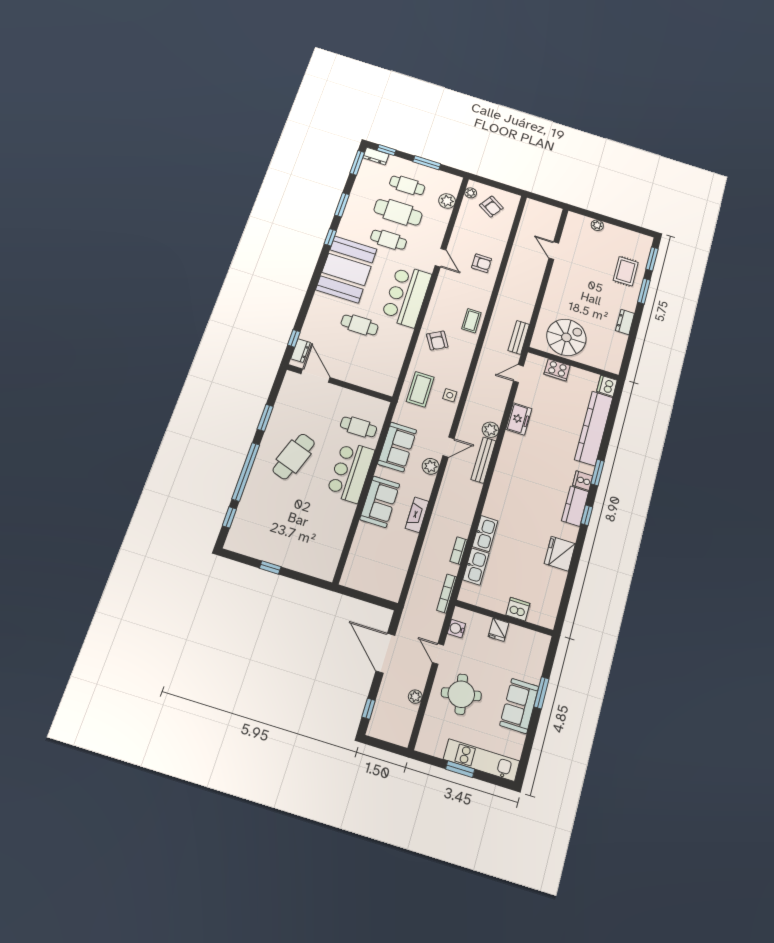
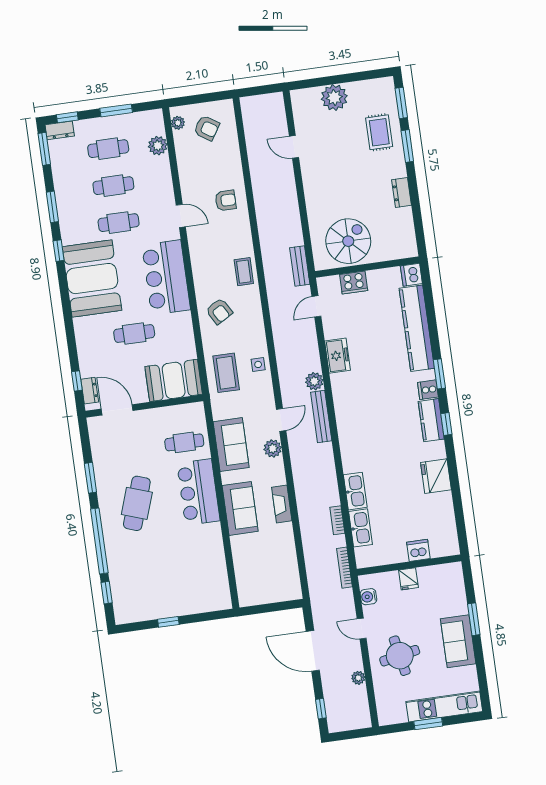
cafe table: (398, 212) -> (113, 186), width x0.73, depth x0.74
plant: (597, 225) -> (334, 98), width x1.88, depth x1.88
booth: (374, 375) -> (174, 380), added

